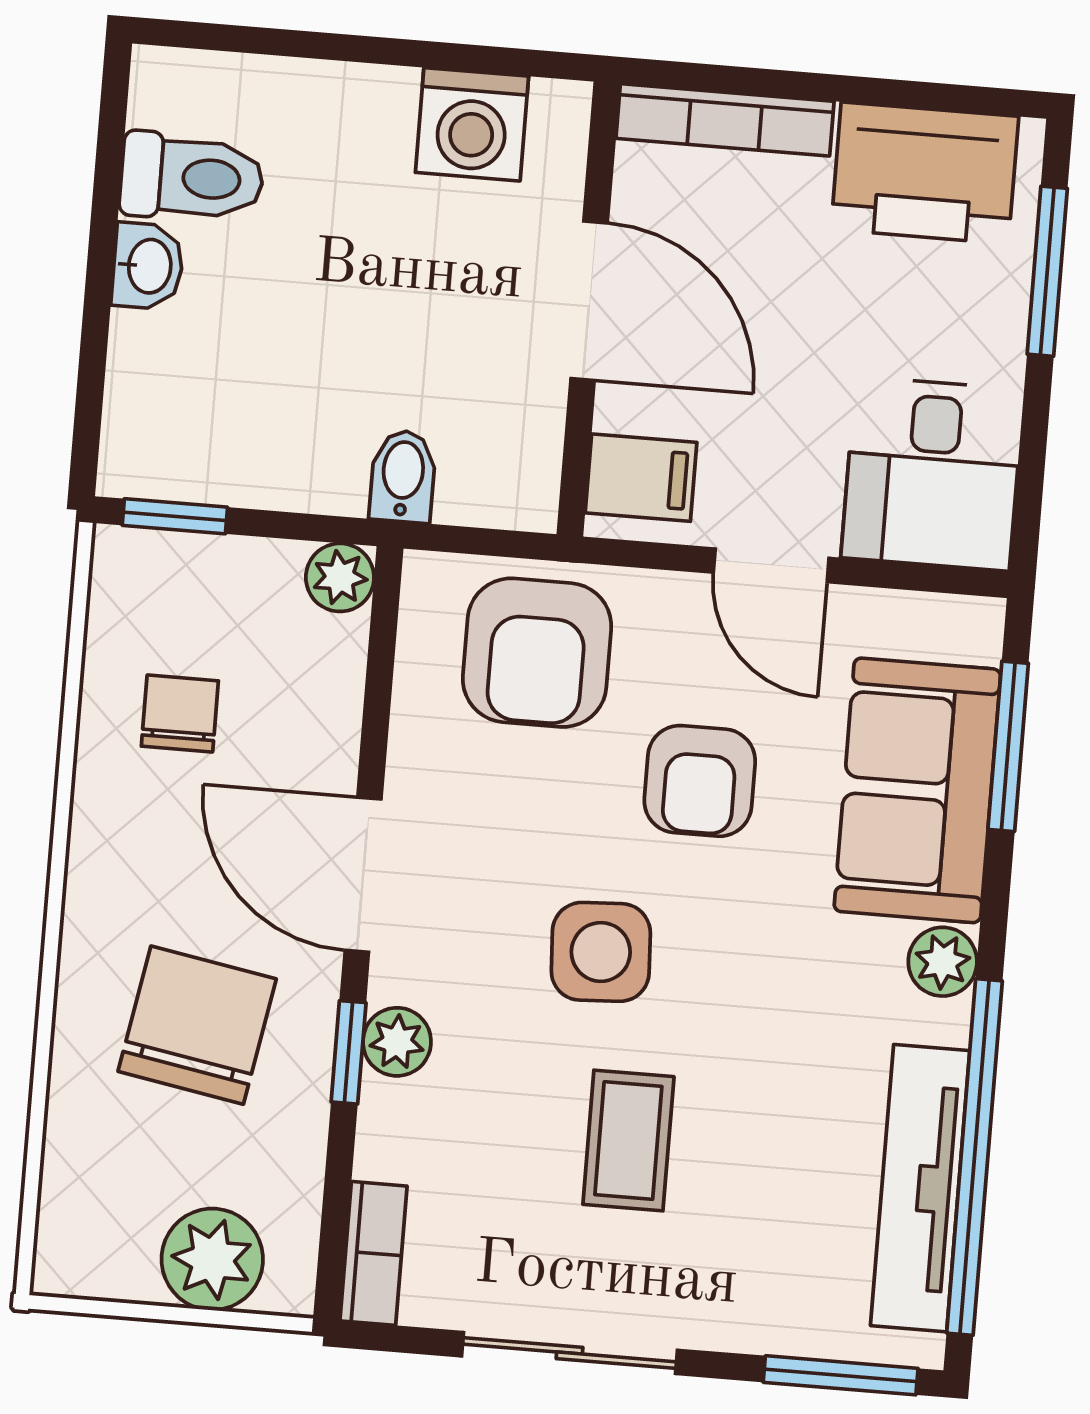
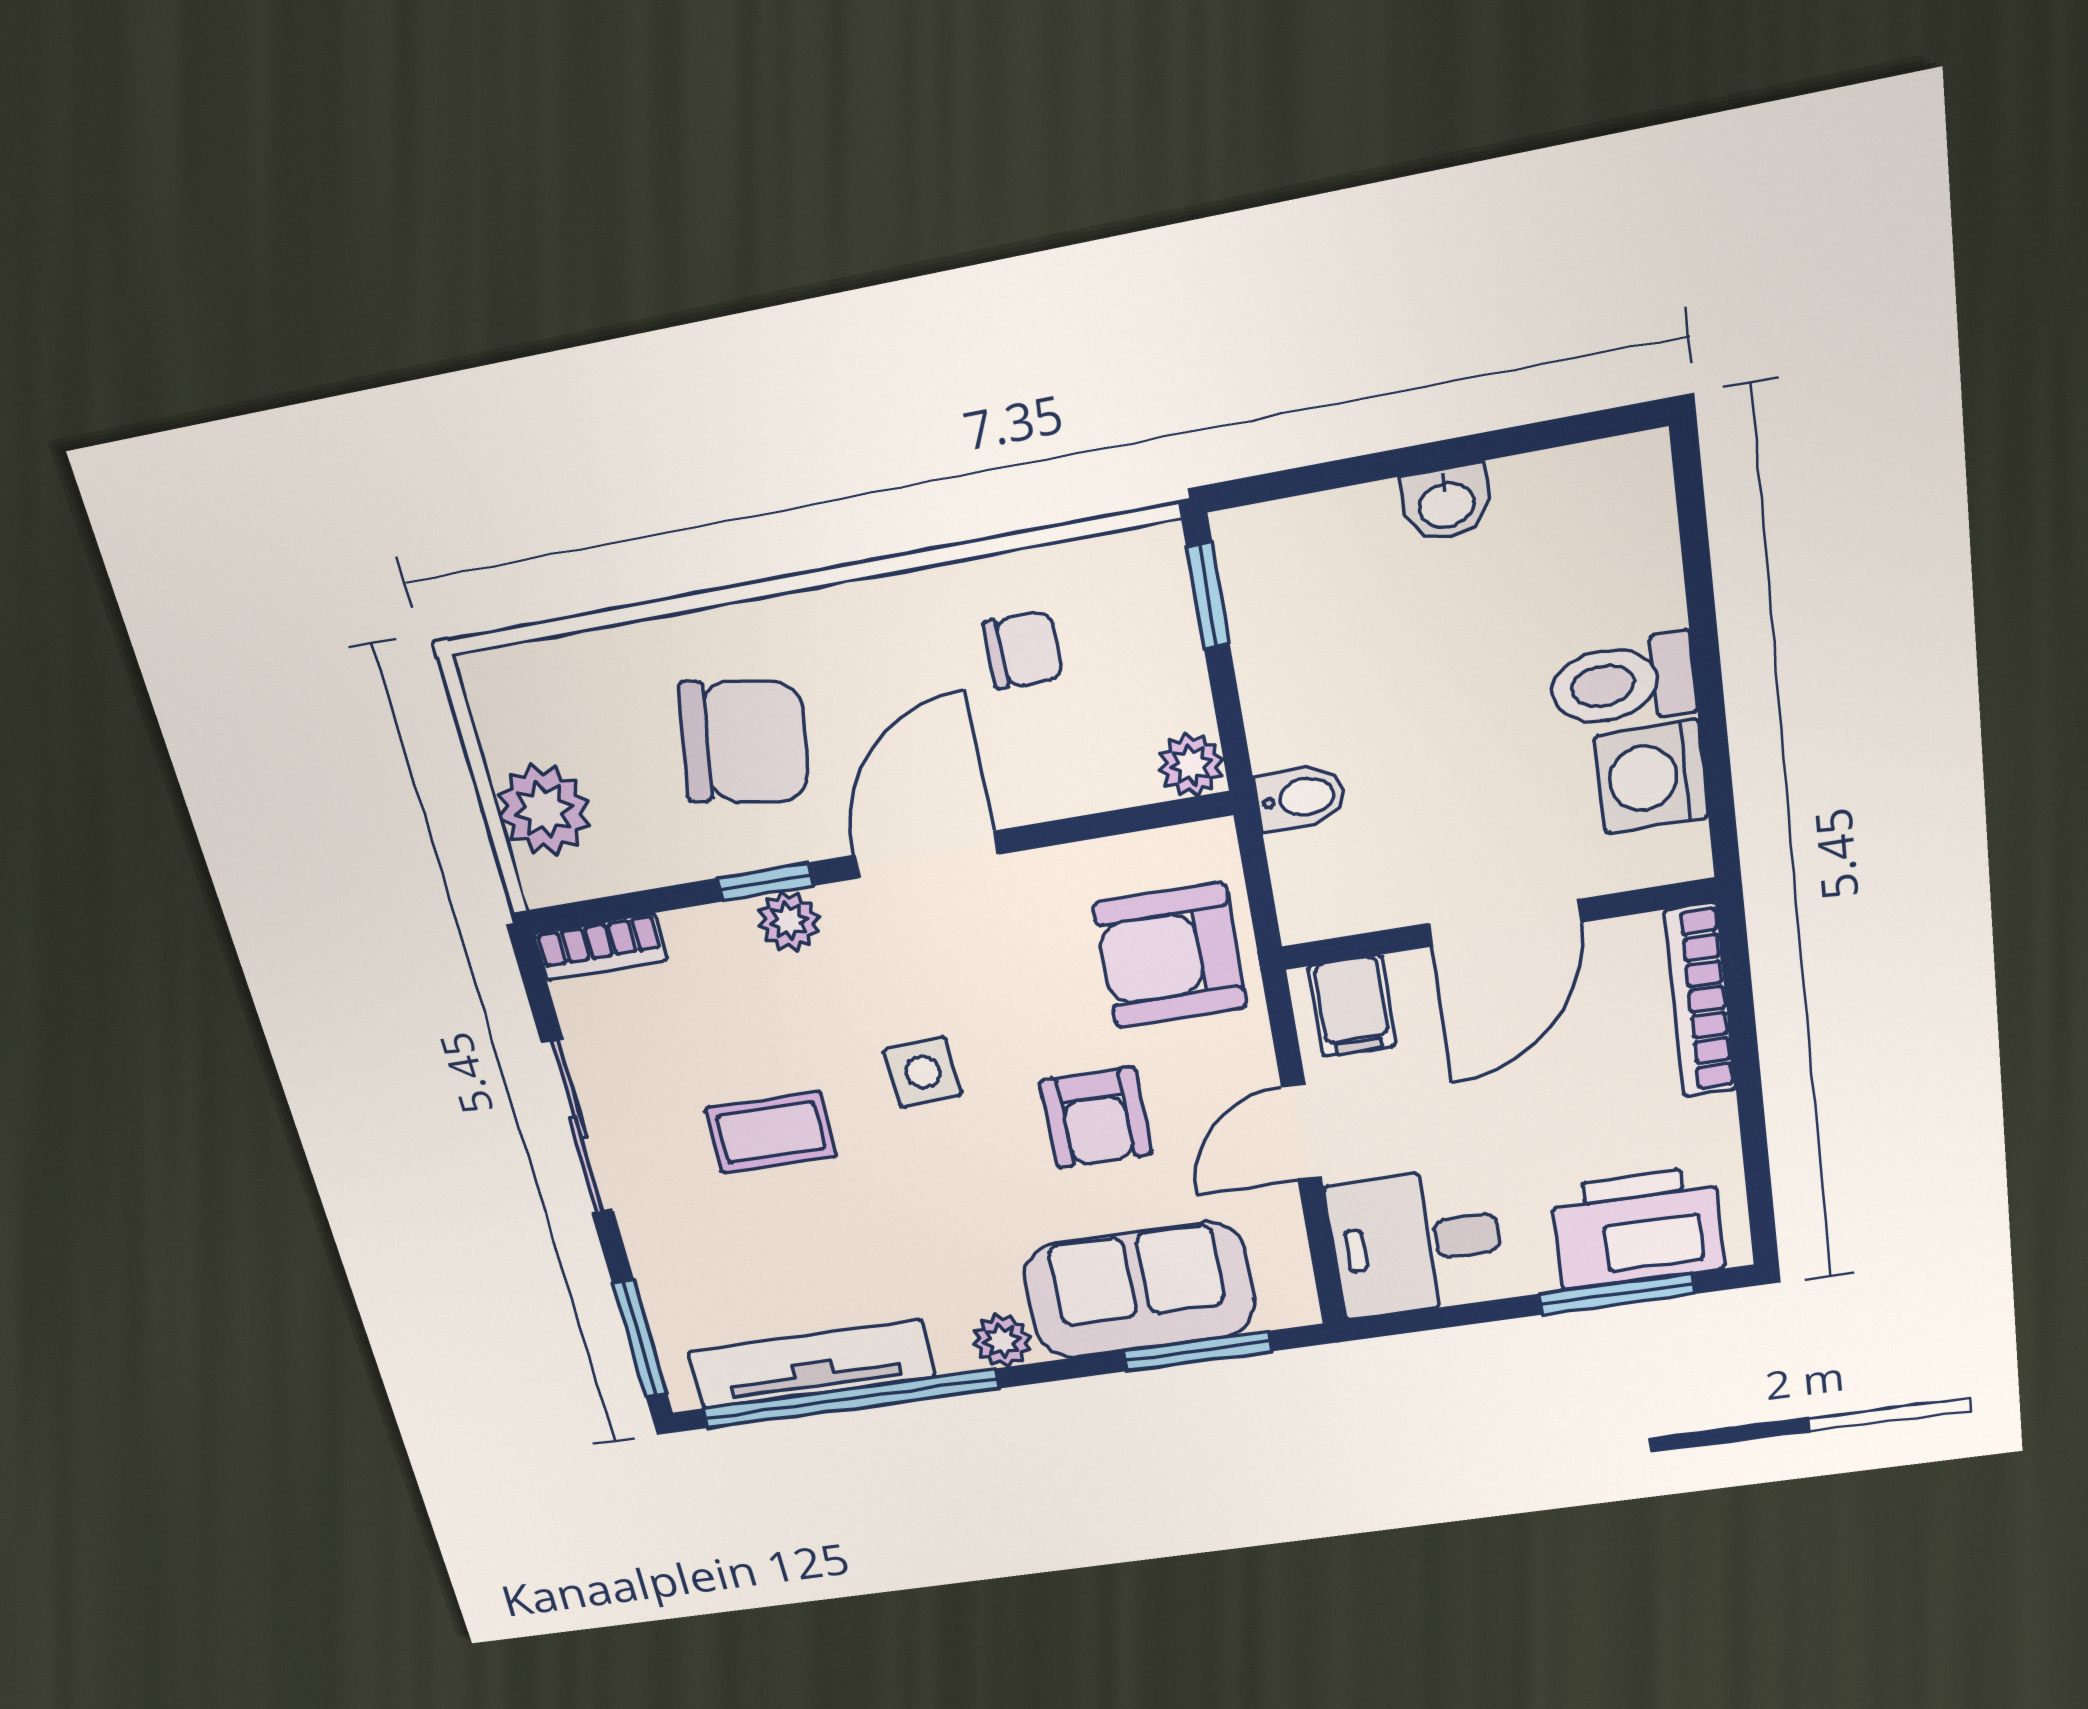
printer: (925, 173) -> (1637, 1228), moved, turned 90
toilet: (192, 178) -> (1623, 683), moved, turned 90
armchair: (700, 781) -> (1096, 1118), turned -90
side table: (601, 952) -> (923, 1072), width x0.73, depth x0.73

